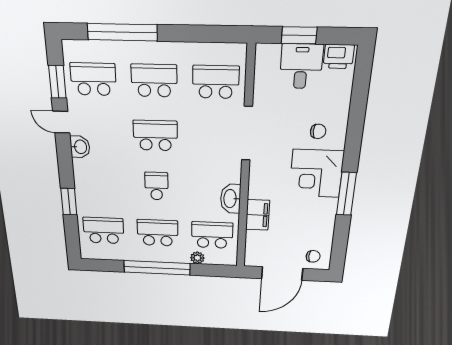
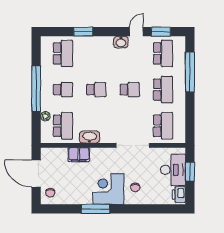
desk: (301, 66) -> (173, 170), width x1.37
school desk: (155, 136) -> (130, 90), width x0.54
school desk: (158, 233) -> (63, 90), width x0.54

